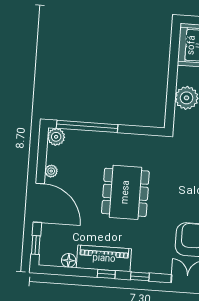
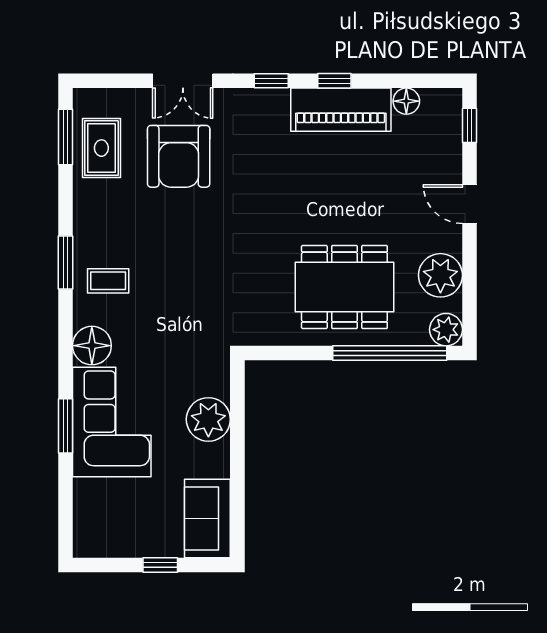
plant: (51, 171) -> (440, 275), width x1.87, depth x1.87
dining table: (125, 192) -> (344, 287), moved, turned 90
door: (39, 203) -> (469, 204), width x0.53

